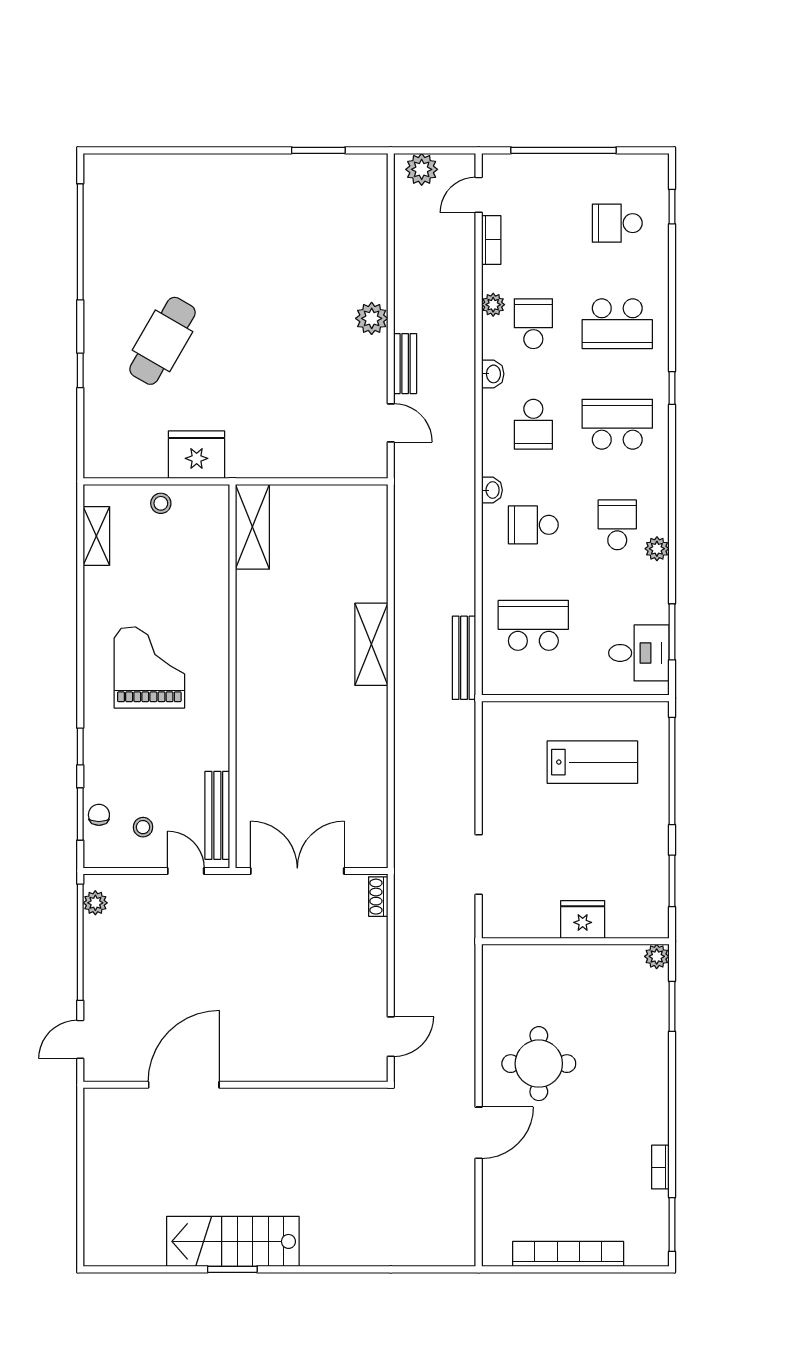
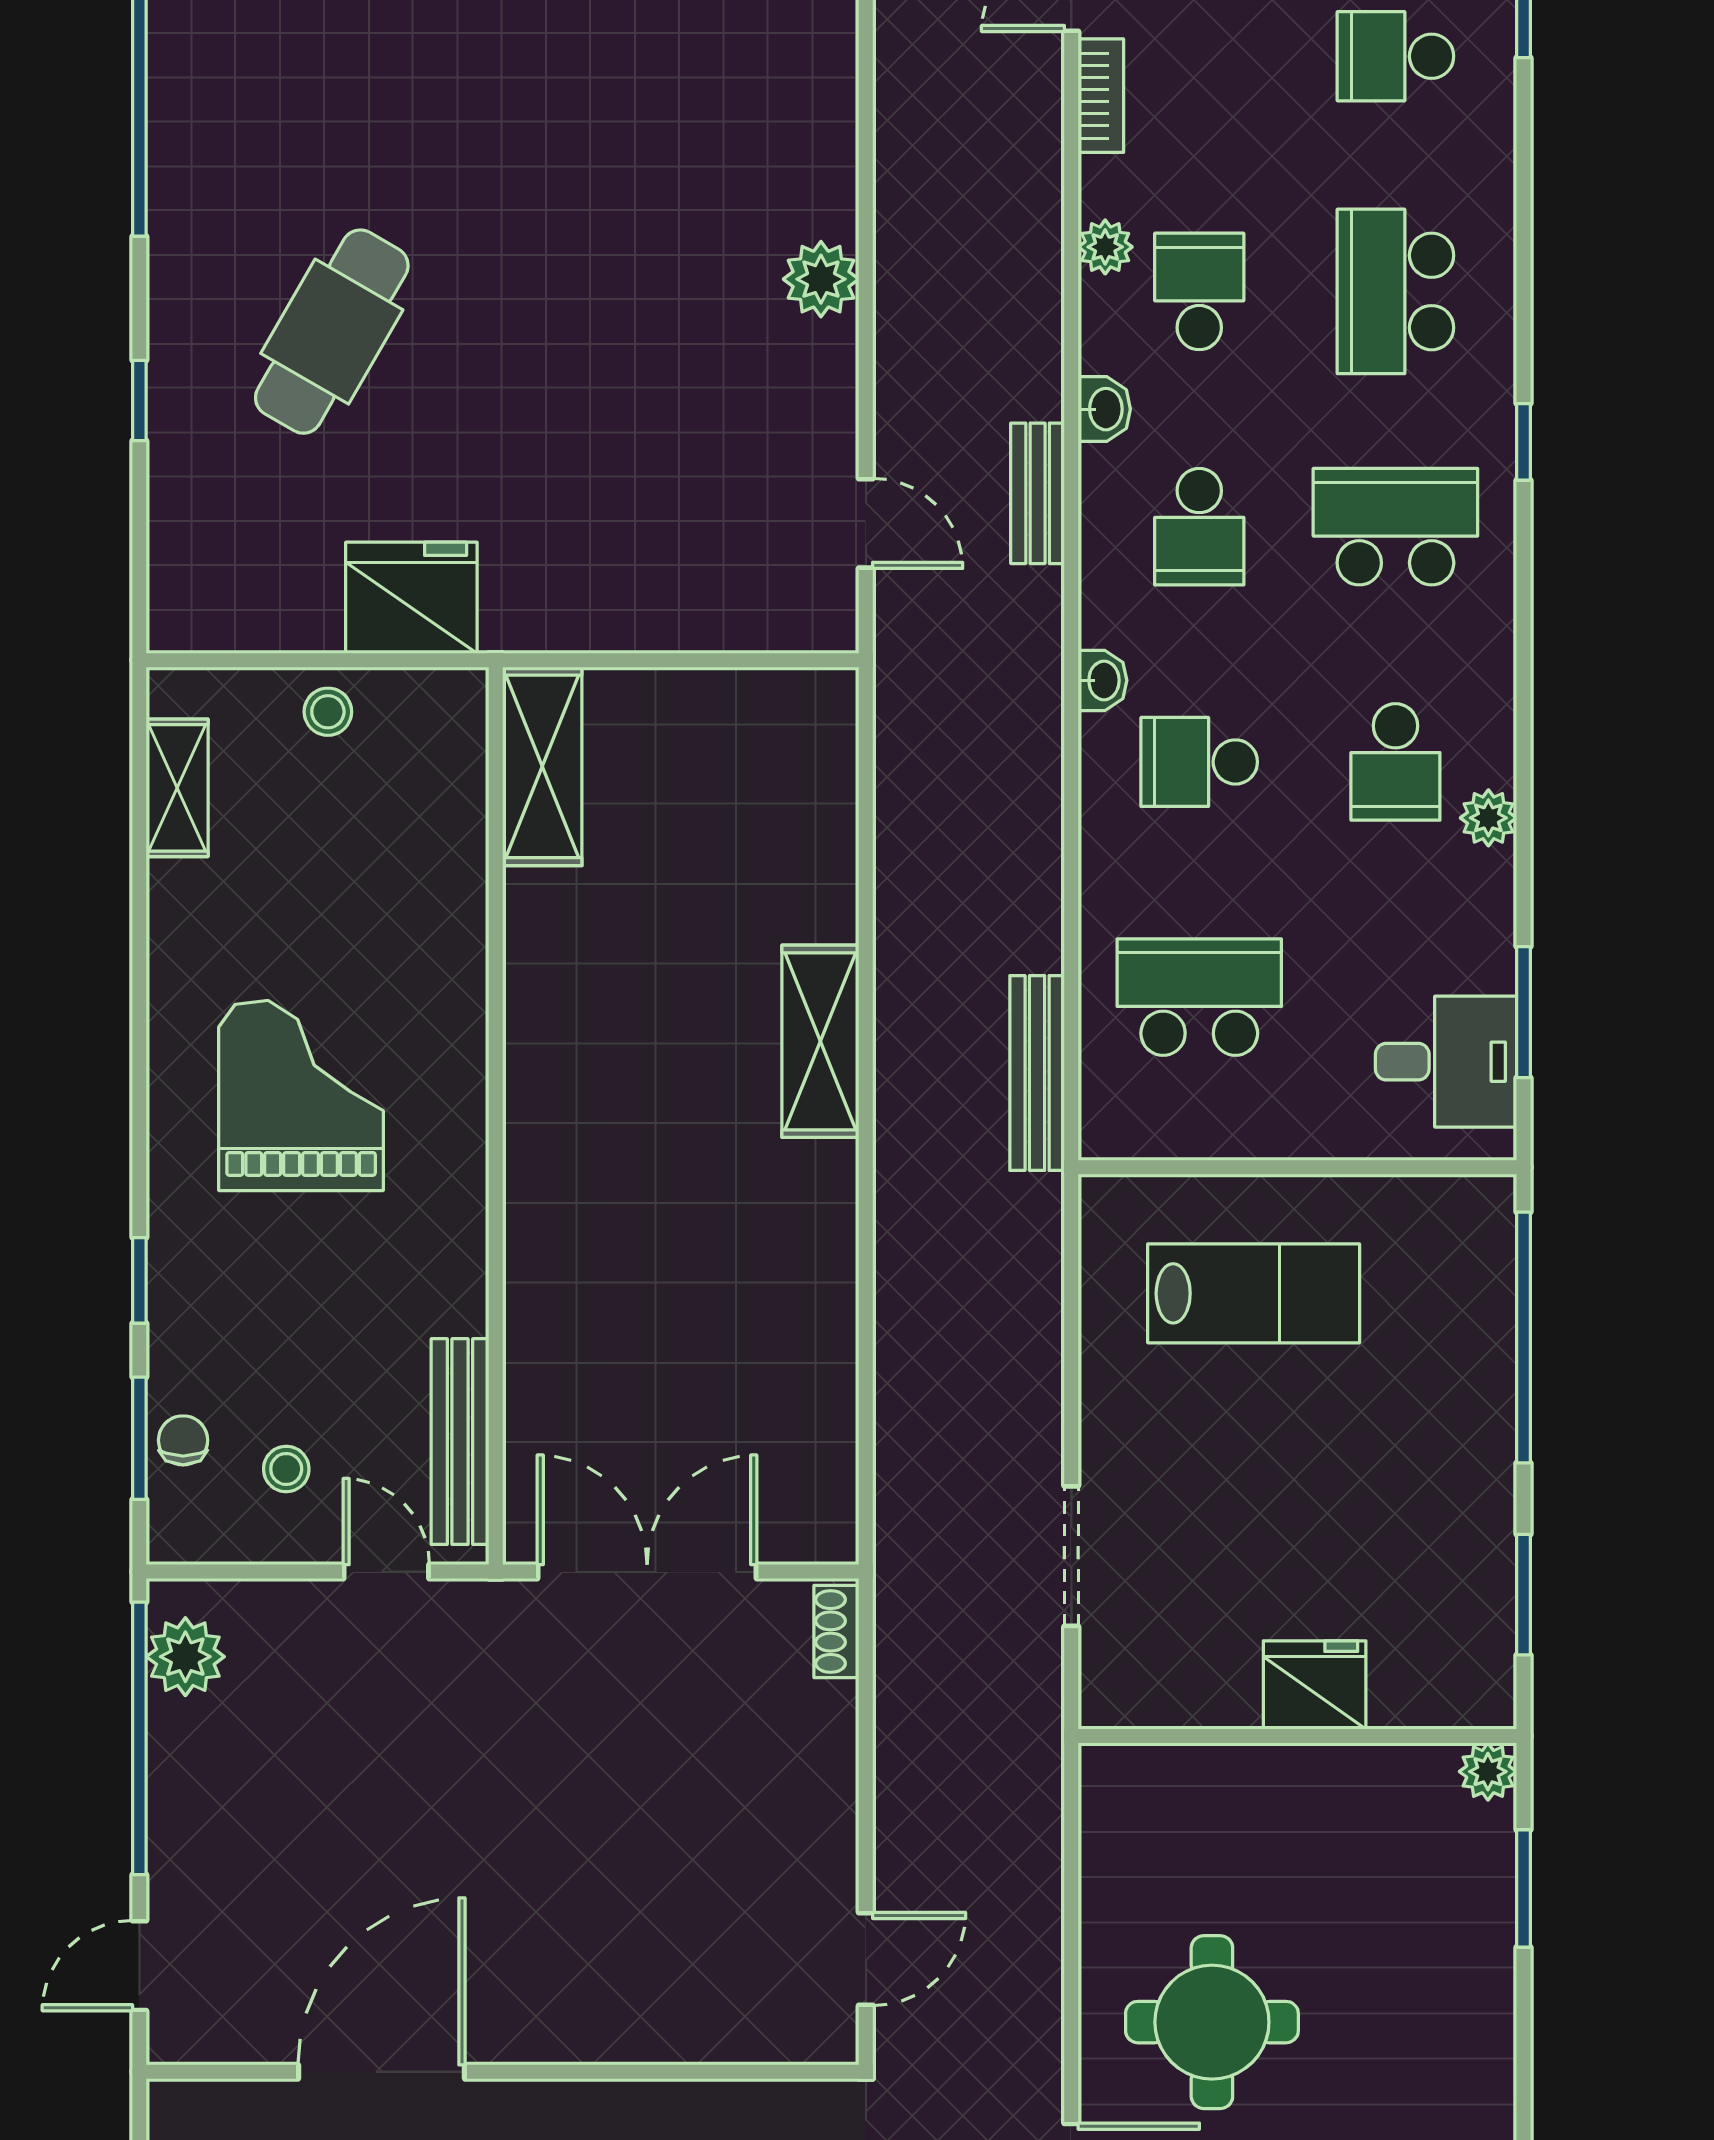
school desk: (617, 324) -> (1395, 291), turned 90
bench: (405, 364) -> (1038, 493), moved
school desk: (617, 525) -> (1395, 762), turned 180
lab bench: (592, 762) -> (1254, 1293), moved
plant: (95, 903) -> (185, 1657), width x1.38, depth x1.38

